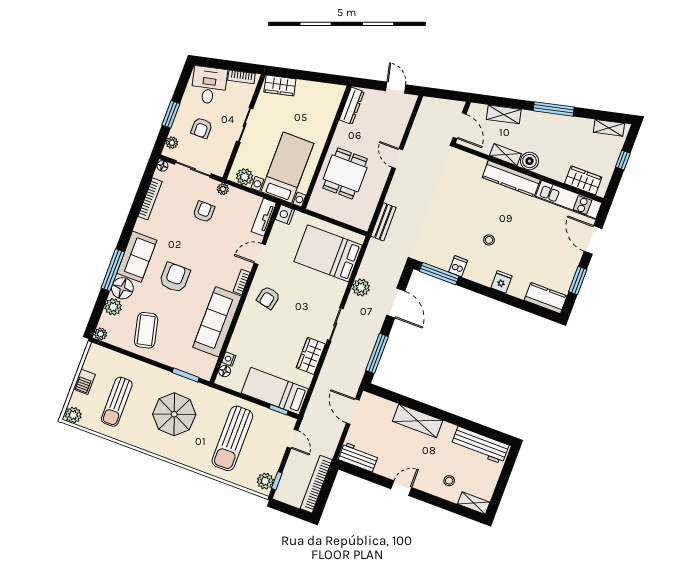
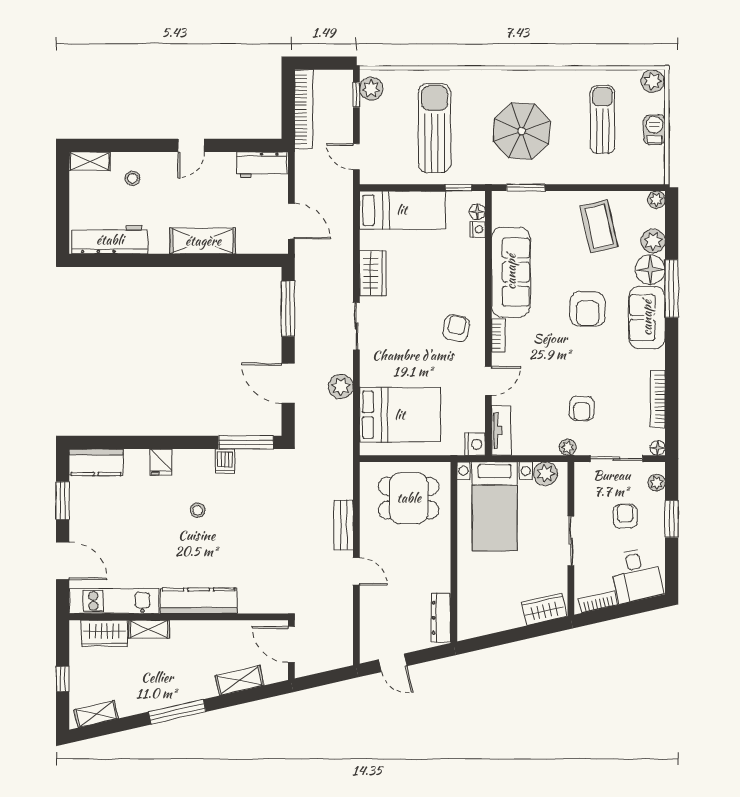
shelving: (505, 155) -> (149, 629), moved
boiler: (529, 161) -> (183, 632), removed
dining table: (345, 173) -> (409, 498), moved, turned 90
bench: (383, 222) -> (343, 525), moved
window: (279, 410) -> (459, 188), moved

